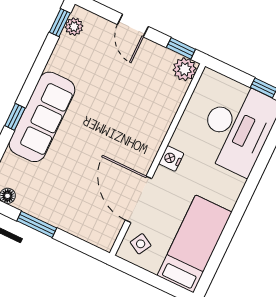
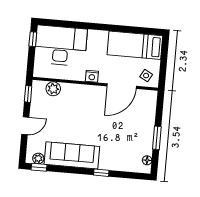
plant: (185, 69) -> (53, 89), moved
sofa: (42, 117) -> (72, 155), moved

